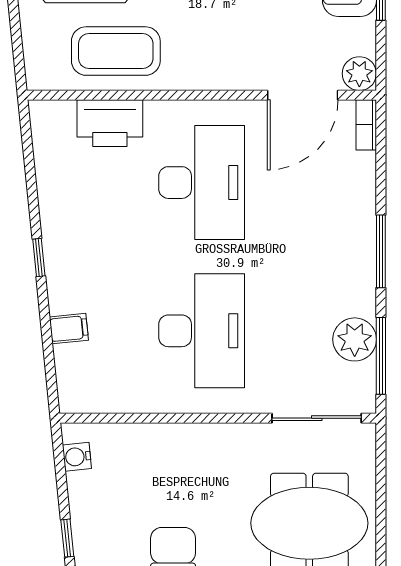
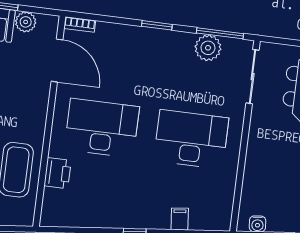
plant: (359, 74) -> (26, 22), moved
printer: (110, 123) -> (57, 173), width x0.73, depth x0.84
window: (381, 251) -> (157, 25), width x0.69

